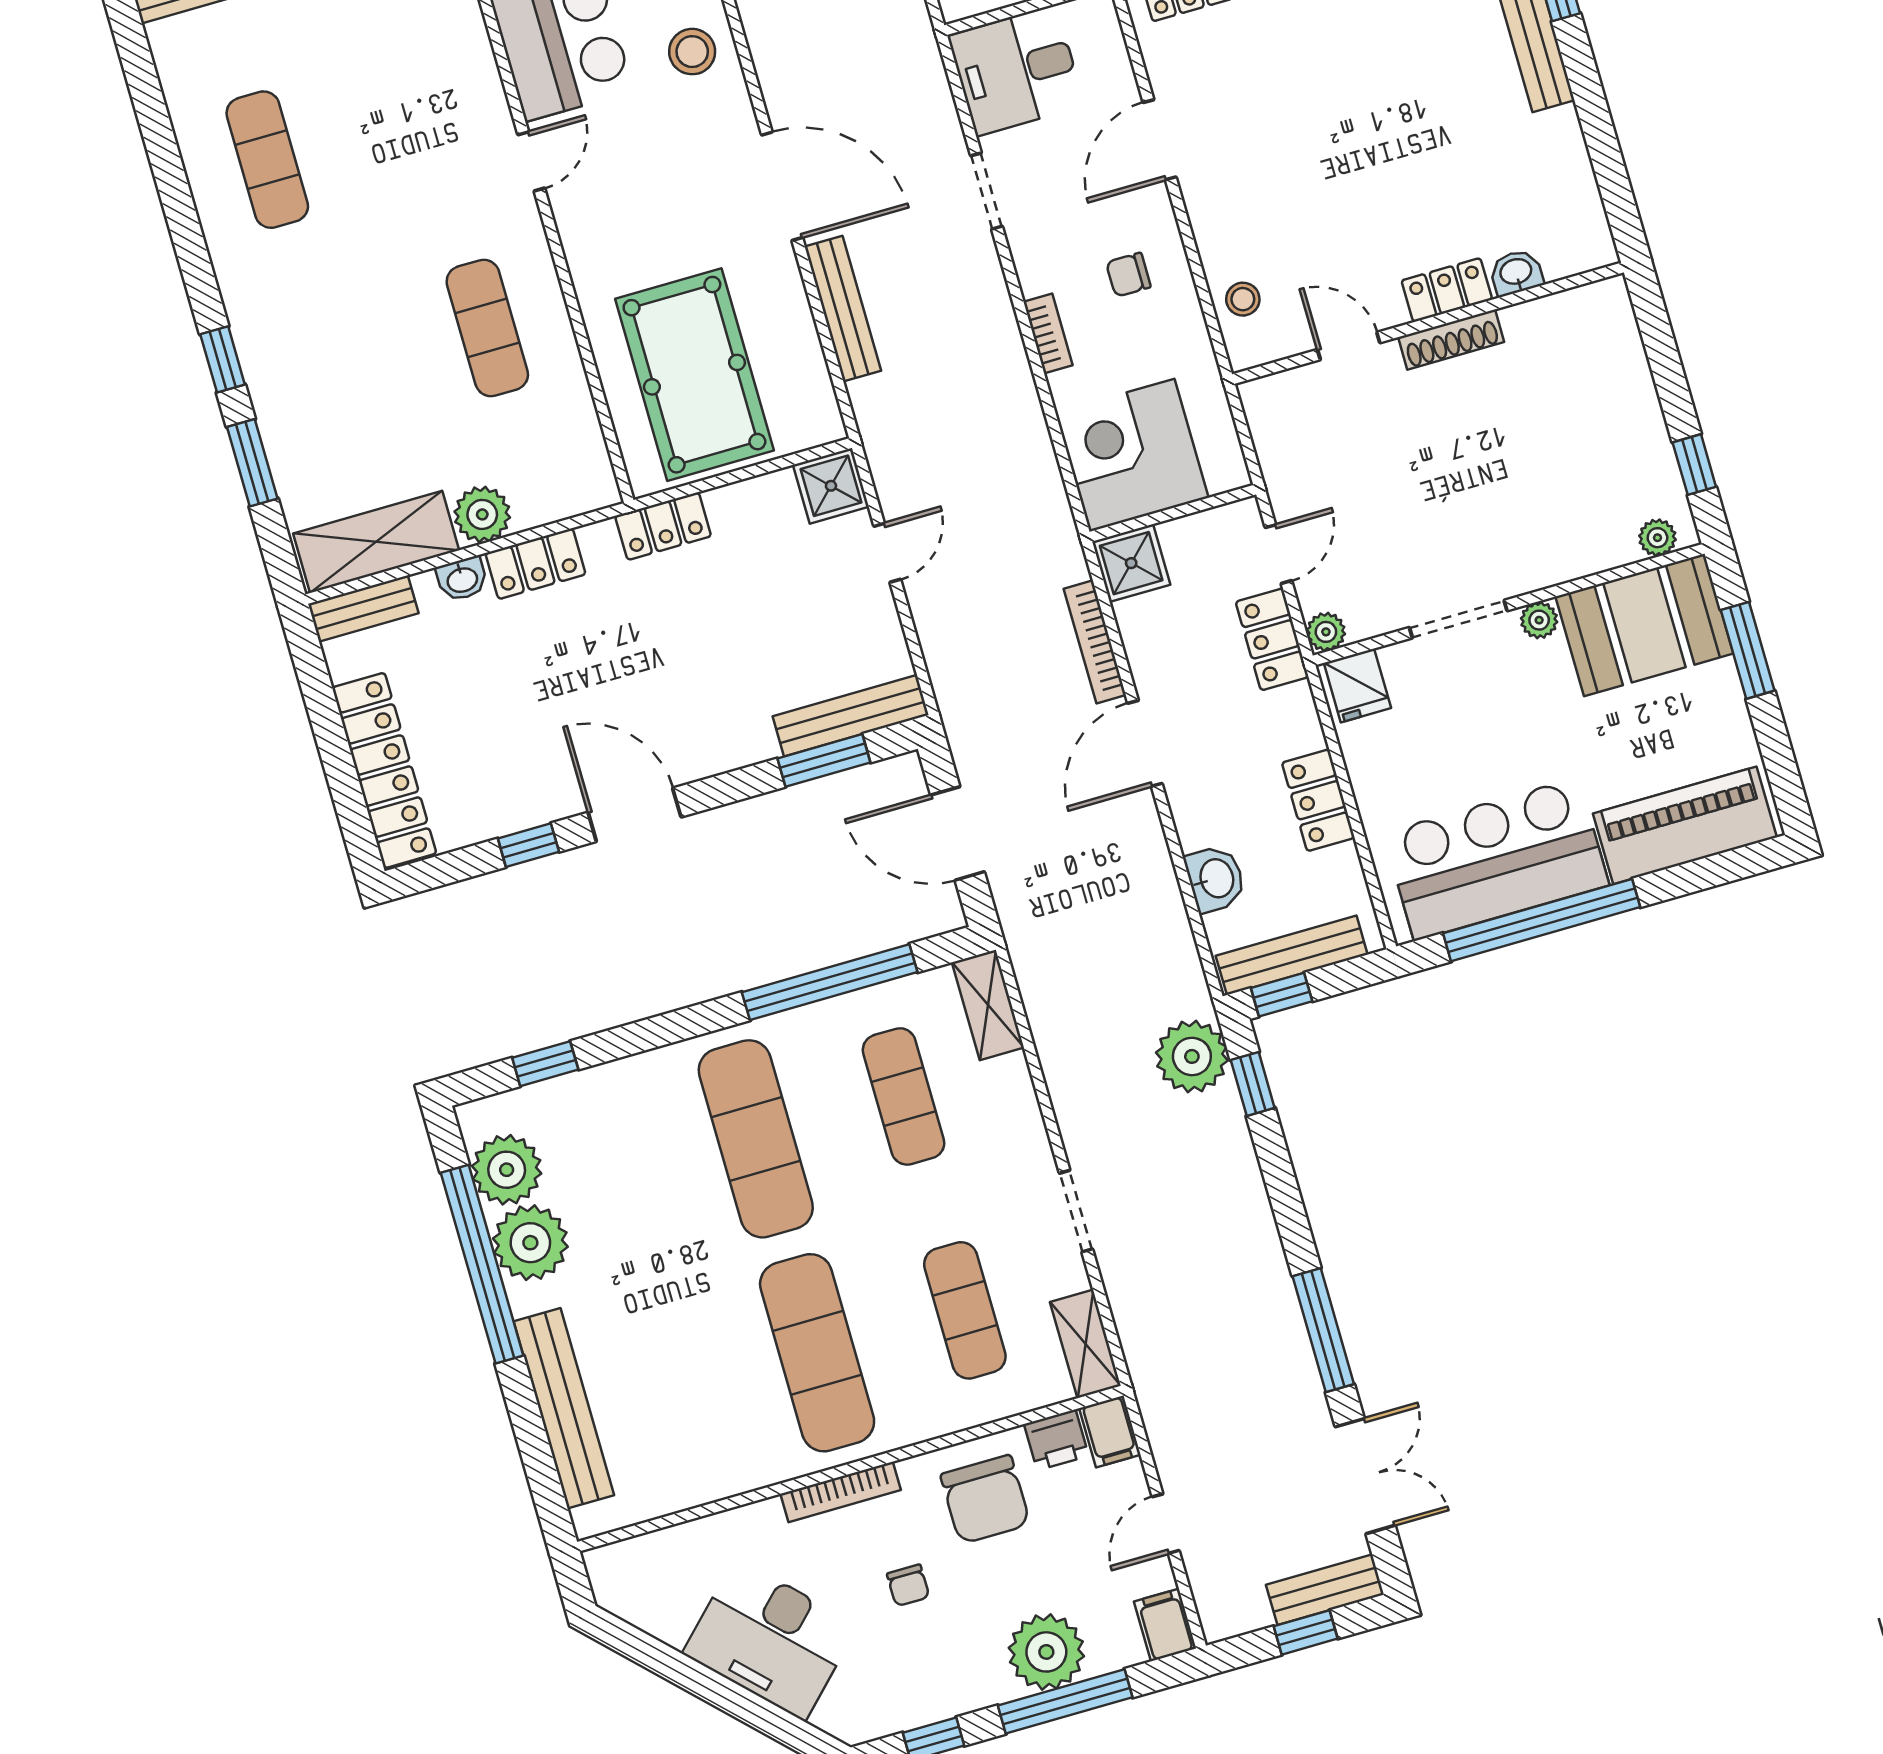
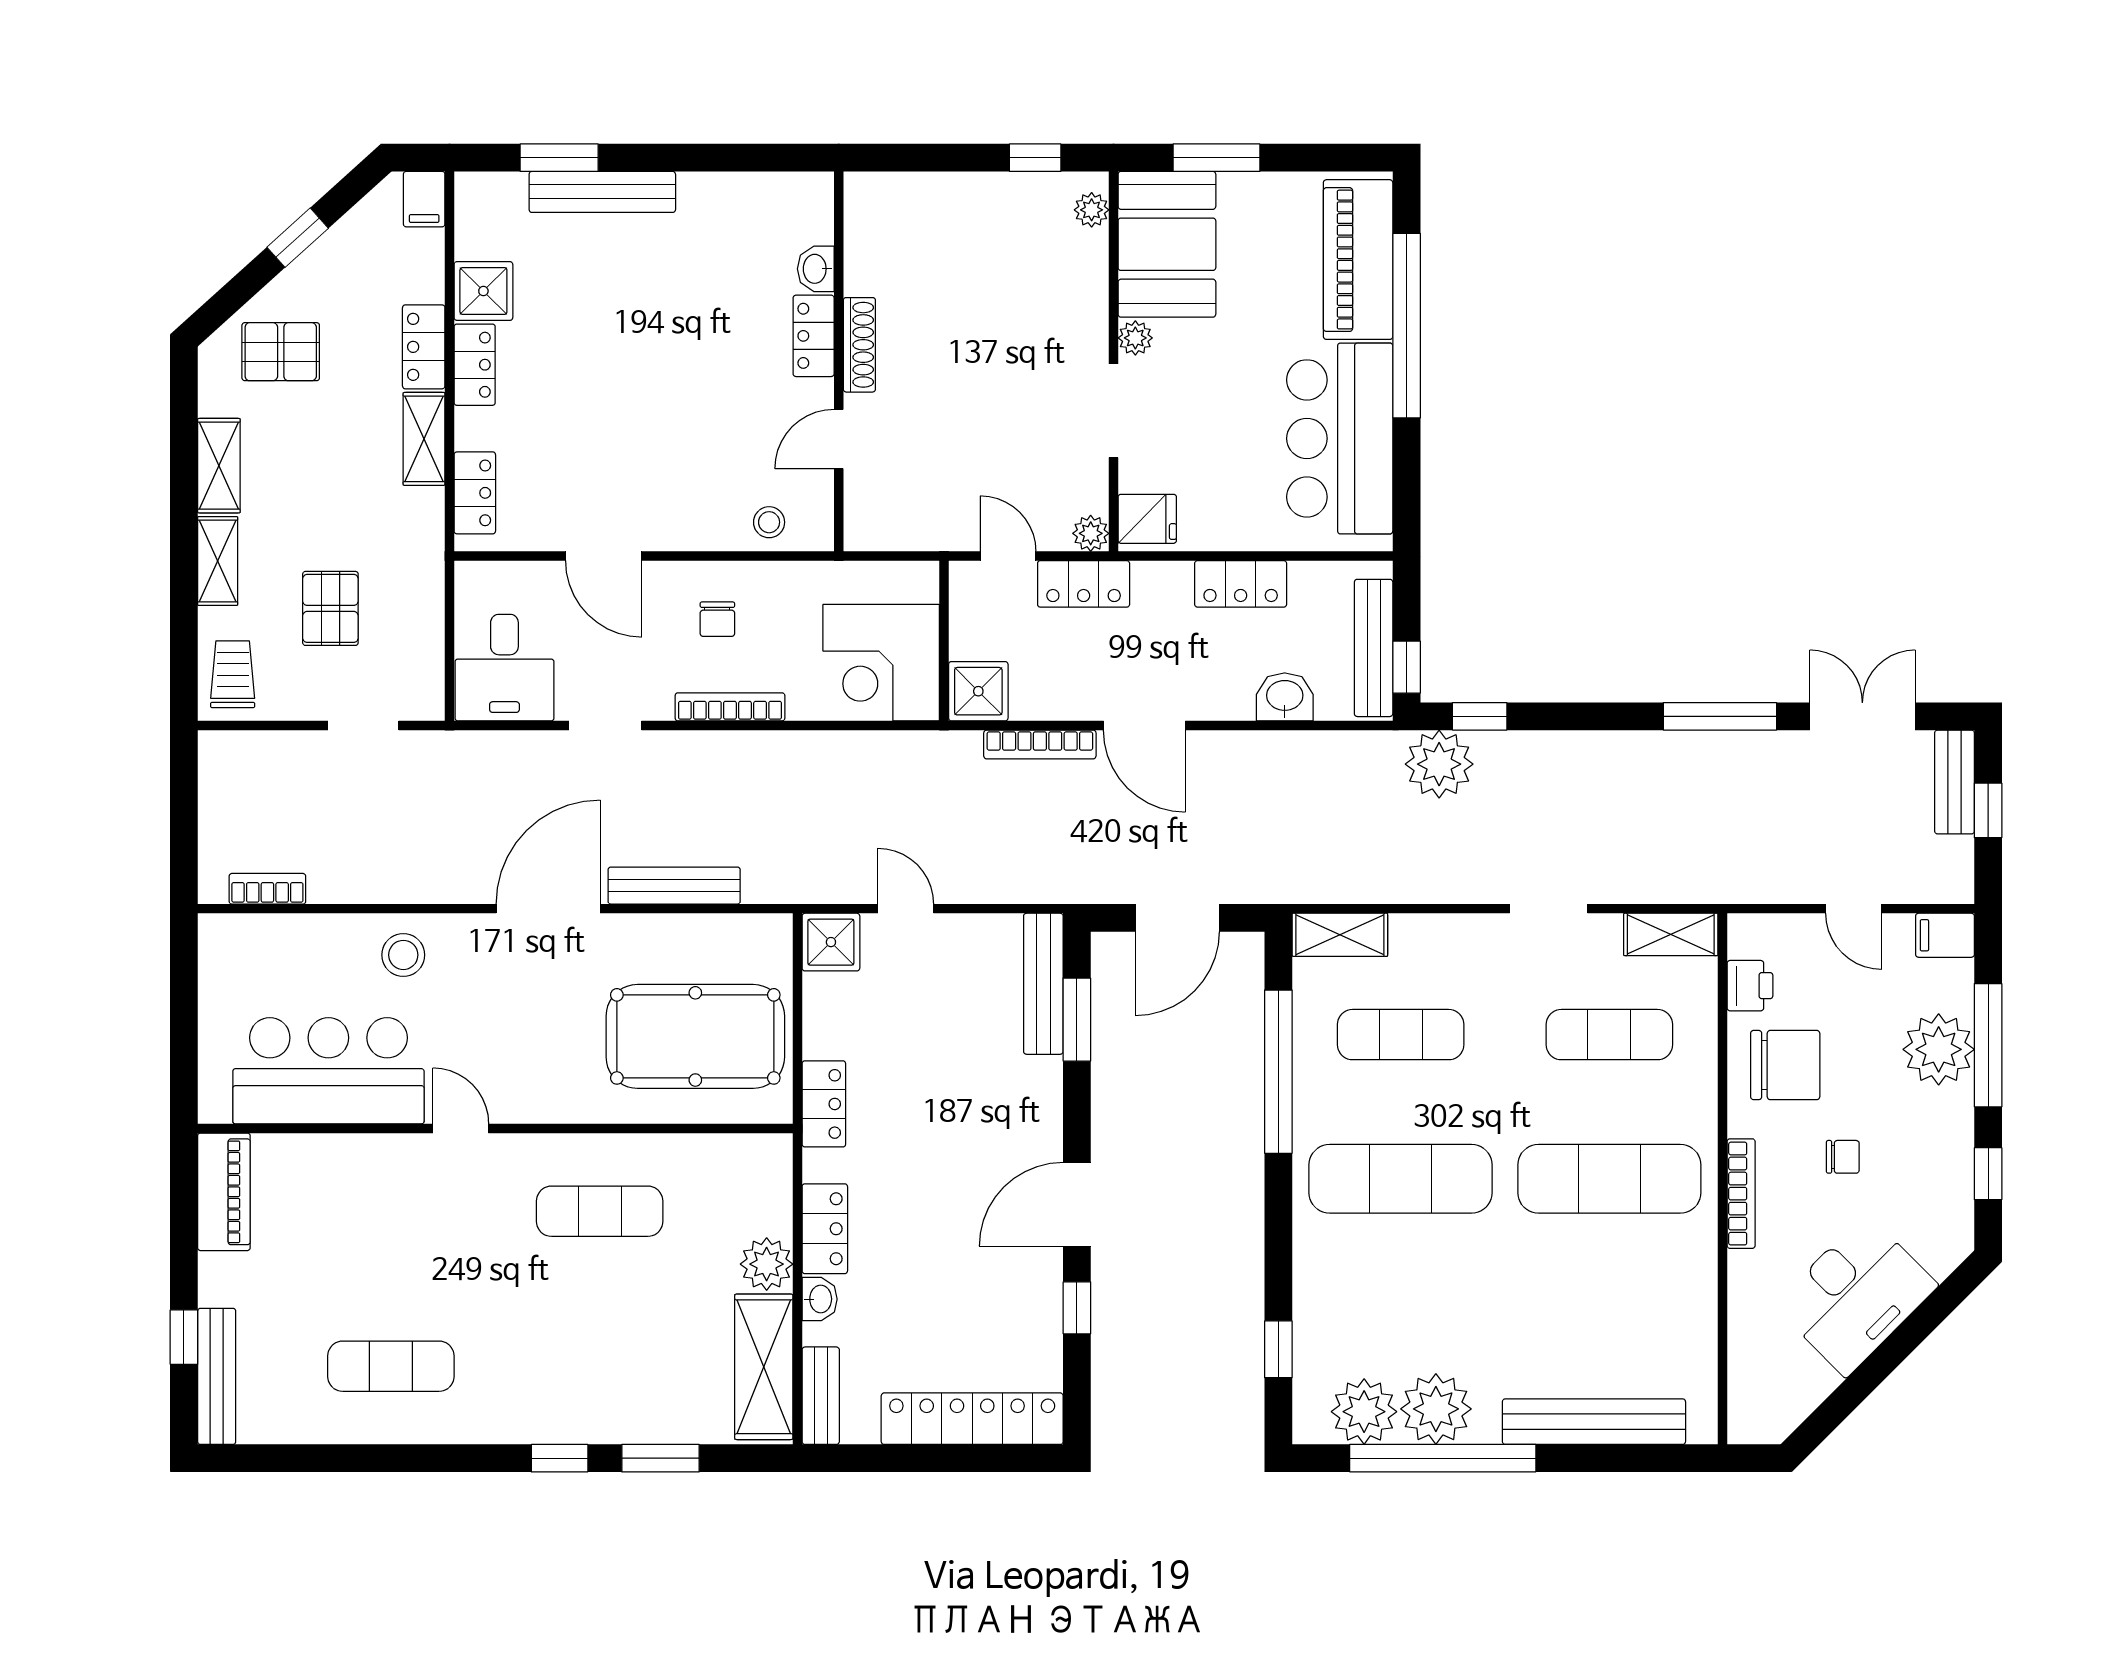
bookcase: (1048, 334) -> (730, 707), width x1.56
window: (1542, 920) -> (1407, 326), moved
filing cabinet: (1110, 1431) -> (1756, 935), removed

